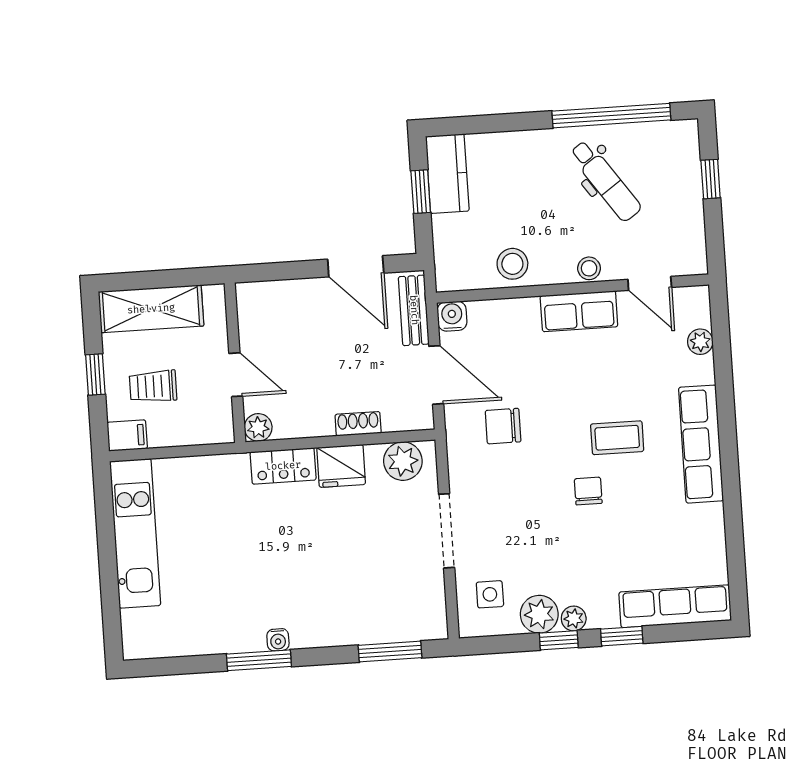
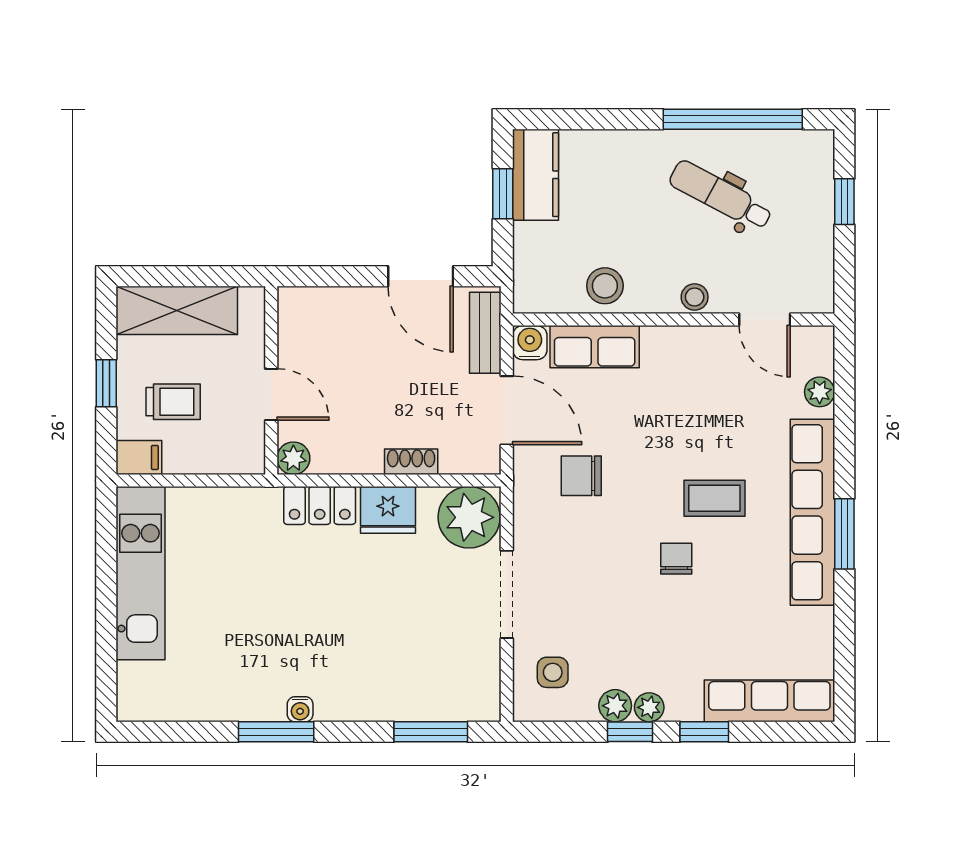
dental chair: (605, 181) -> (721, 195), turned 153
row of seats: (579, 311) -> (595, 347), moved
trolley: (153, 386) -> (173, 402), turned 180
row of seats: (701, 444) -> (812, 512), width x1.36
plant: (403, 461) -> (469, 517), width x1.36, depth x1.36
window: (729, 461) -> (844, 534), added
plant: (539, 614) -> (615, 706), width x0.73, depth x0.73

